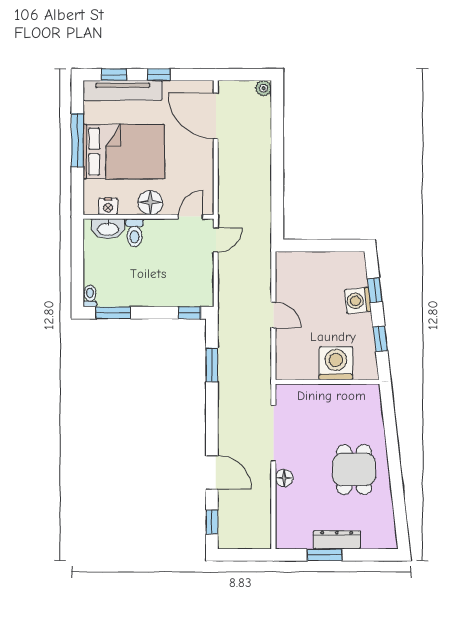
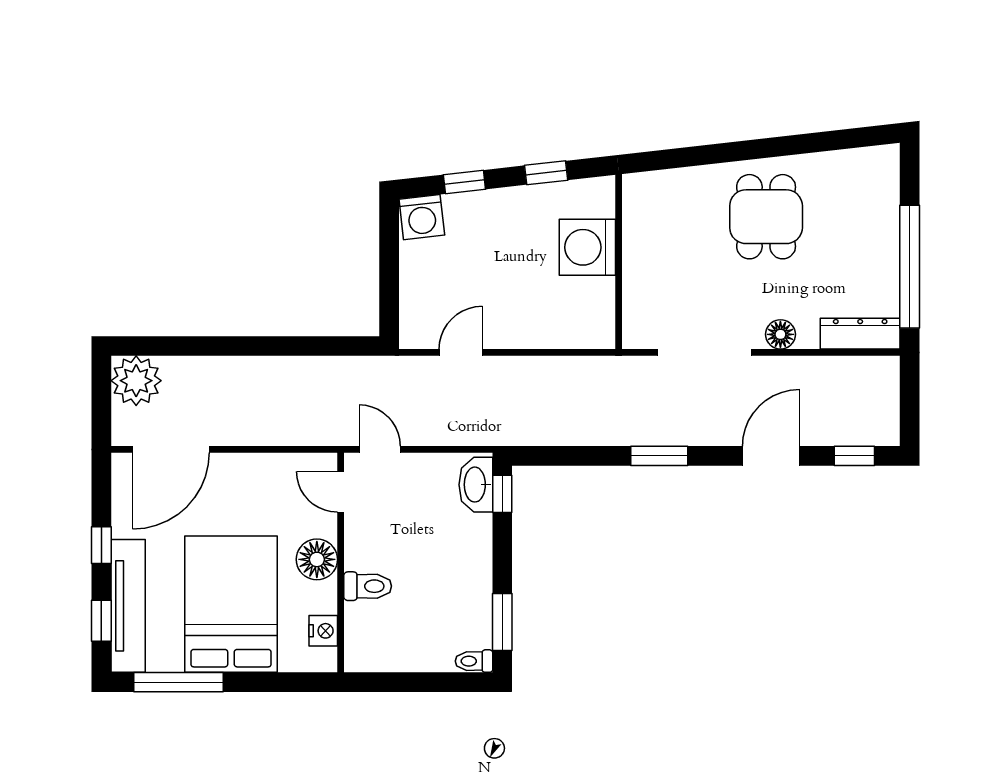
plant: (264, 88) -> (136, 381), width x1.87, depth x1.87
window: (77, 140) -> (179, 682), moved
washbasin: (108, 229) -> (476, 485), moved, turned 180
washing machine: (358, 301) -> (422, 217), moved
door: (273, 315) -> (461, 352), moved
window: (212, 365) -> (659, 456), moved
dining table: (354, 470) -> (766, 217), turned 90
dresser: (337, 540) -> (860, 334), moved, turned 90
window: (324, 555) -> (910, 267), width x2.11

